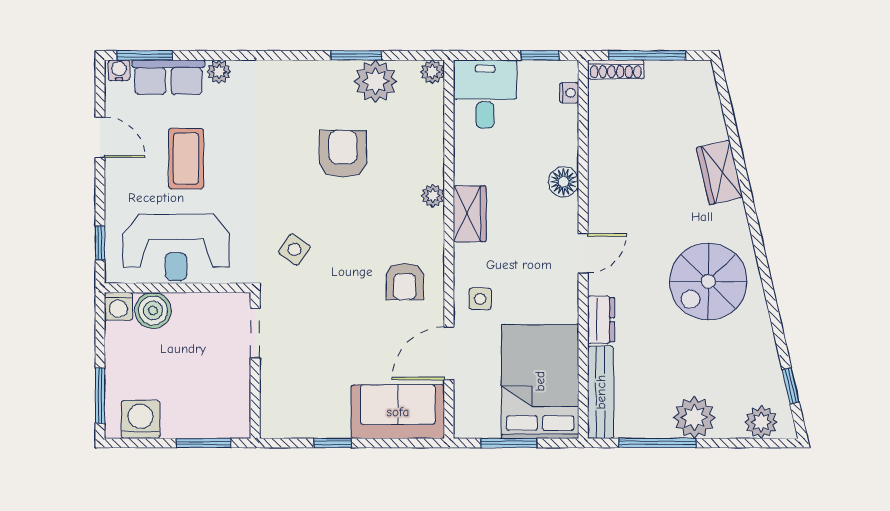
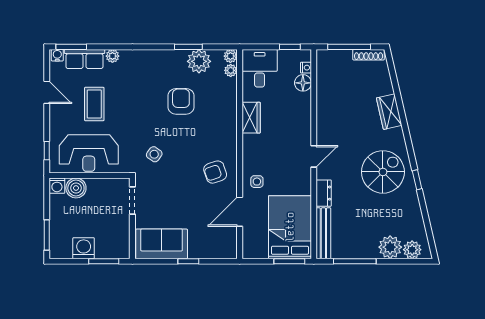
shoe rack: (616, 69) -> (369, 55), moved
floor lamp: (564, 182) -> (303, 83), moved
plant: (433, 196) -> (231, 70), moved
wardrobe: (470, 214) -> (251, 118), moved
spiral stairs: (708, 281) -> (383, 172), turned 180
armchair: (405, 282) -> (215, 172), turned 71
window: (791, 386) -> (417, 180), moved
sofa: (398, 412) -> (162, 244), moved
plant: (694, 417) -> (390, 247), moved
washing machine: (141, 419) -> (84, 248), moved
window: (332, 443) -> (188, 261), moved
window: (509, 443) -> (289, 261), moved

